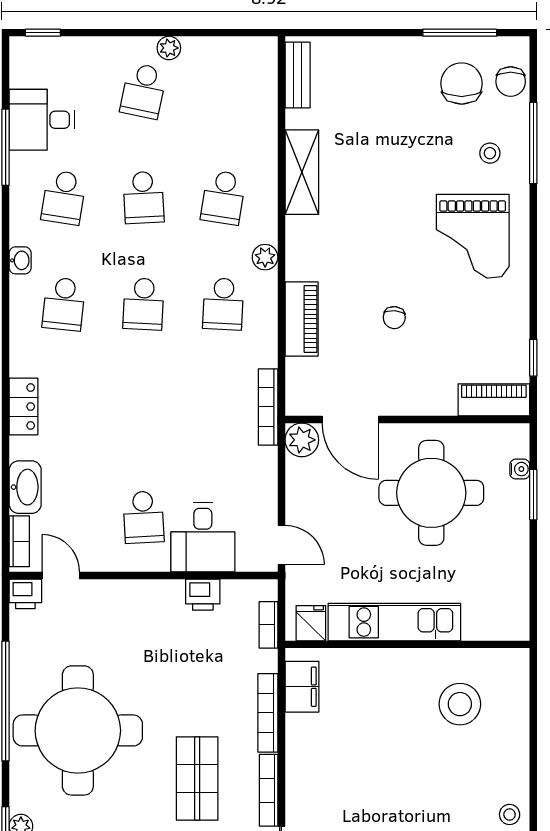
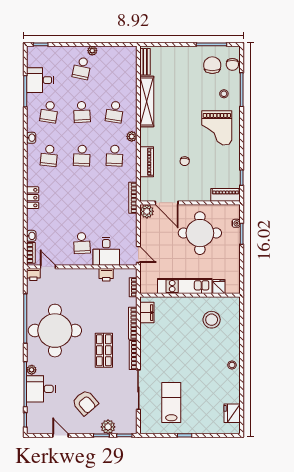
shelving: (302, 172) -> (147, 102), width x1.47
washbasin: (25, 487) -> (31, 236), width x0.52, depth x0.69
fridge: (311, 623) -> (219, 287), moved

